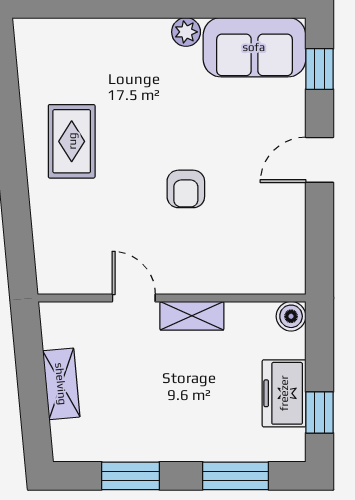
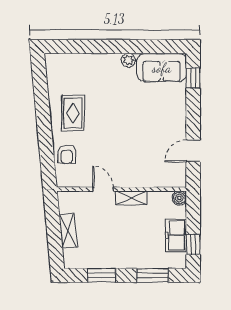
door: (320, 160) -> (193, 151), moved
armchair: (186, 189) -> (67, 154), moved

